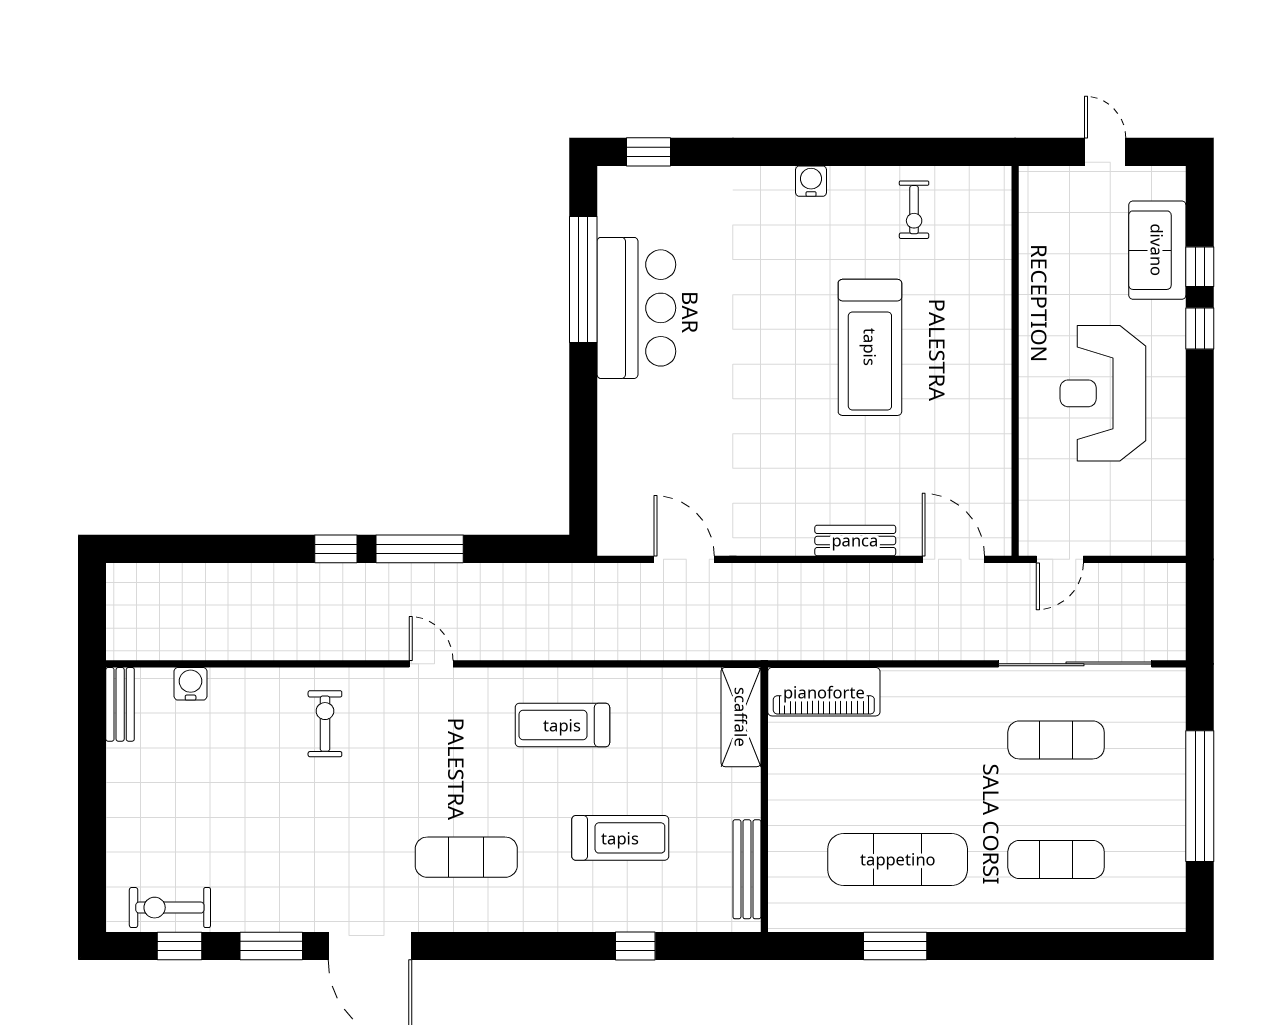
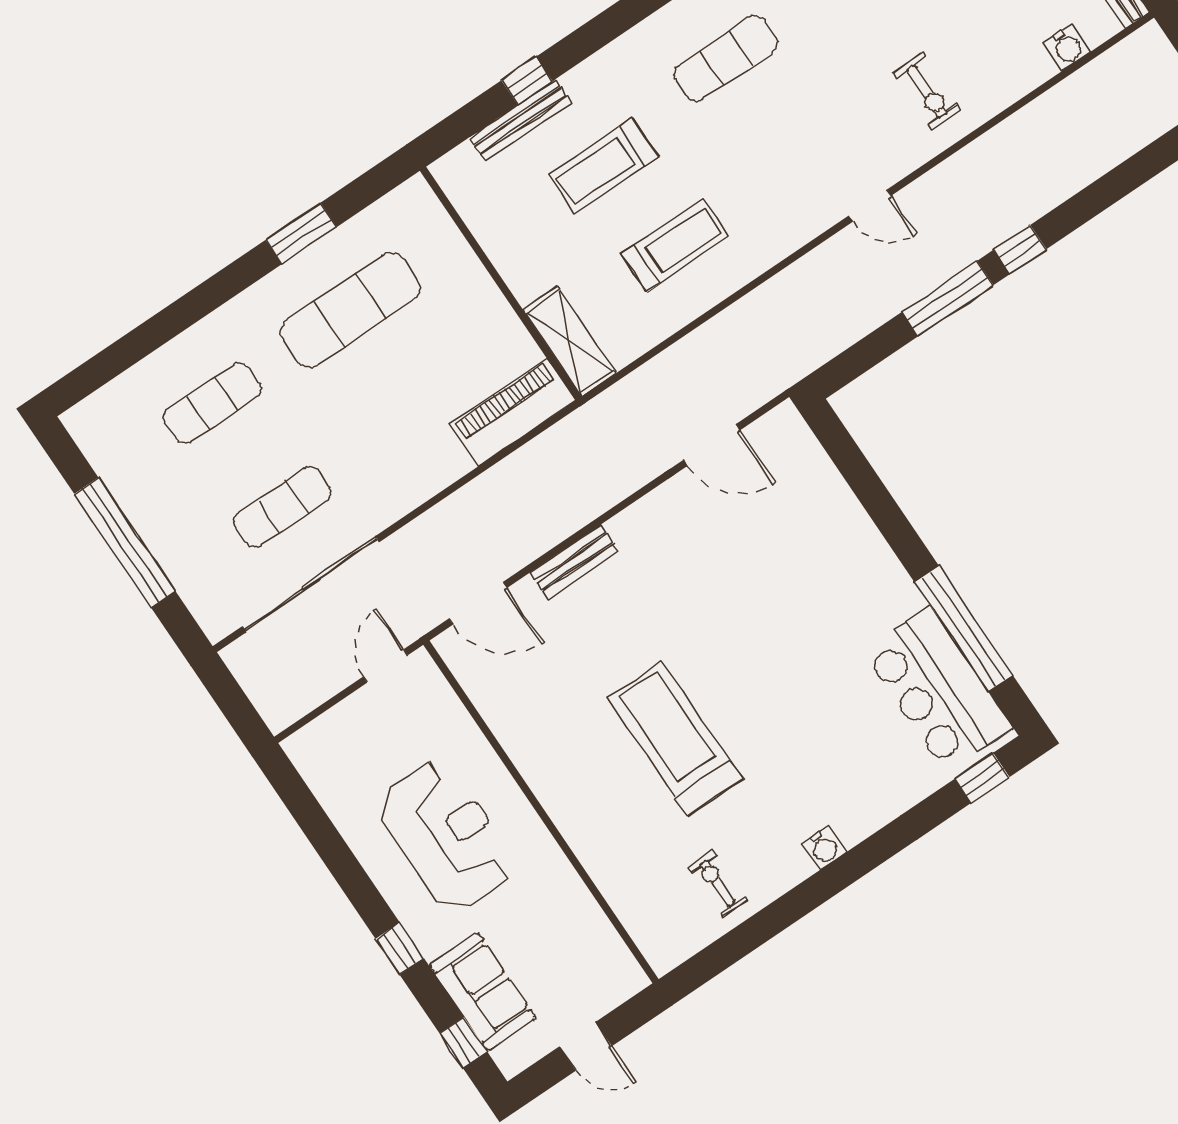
window: (1200, 267) -> (463, 1043), moved
bar counter: (636, 308) -> (938, 690), moved
treadmill: (562, 725) -> (675, 245), moved
bench: (747, 869) -> (520, 120), moved, turned 90

